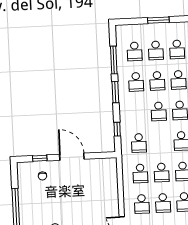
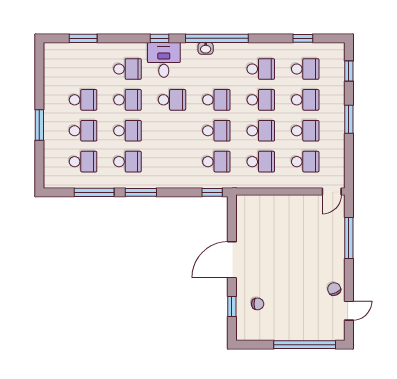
school desk: (159, 111) -> (216, 131), moved
window: (117, 129) -> (212, 192), moved

